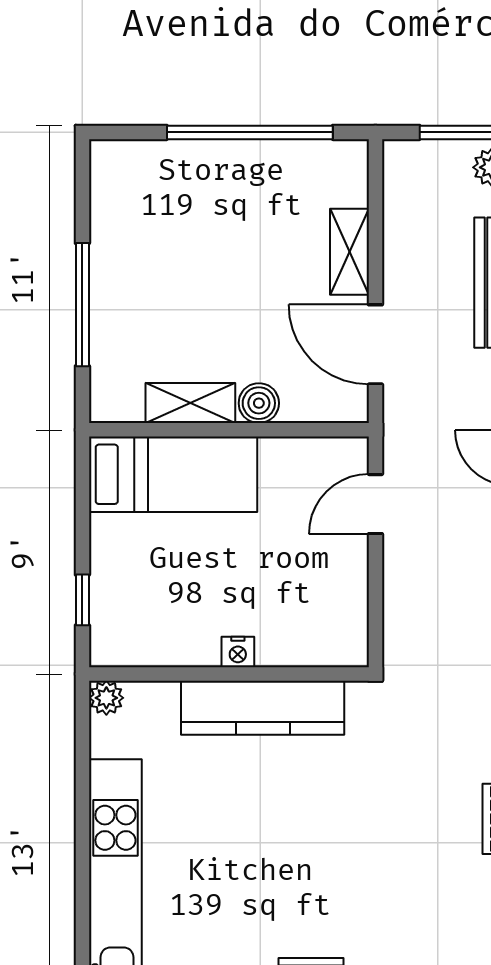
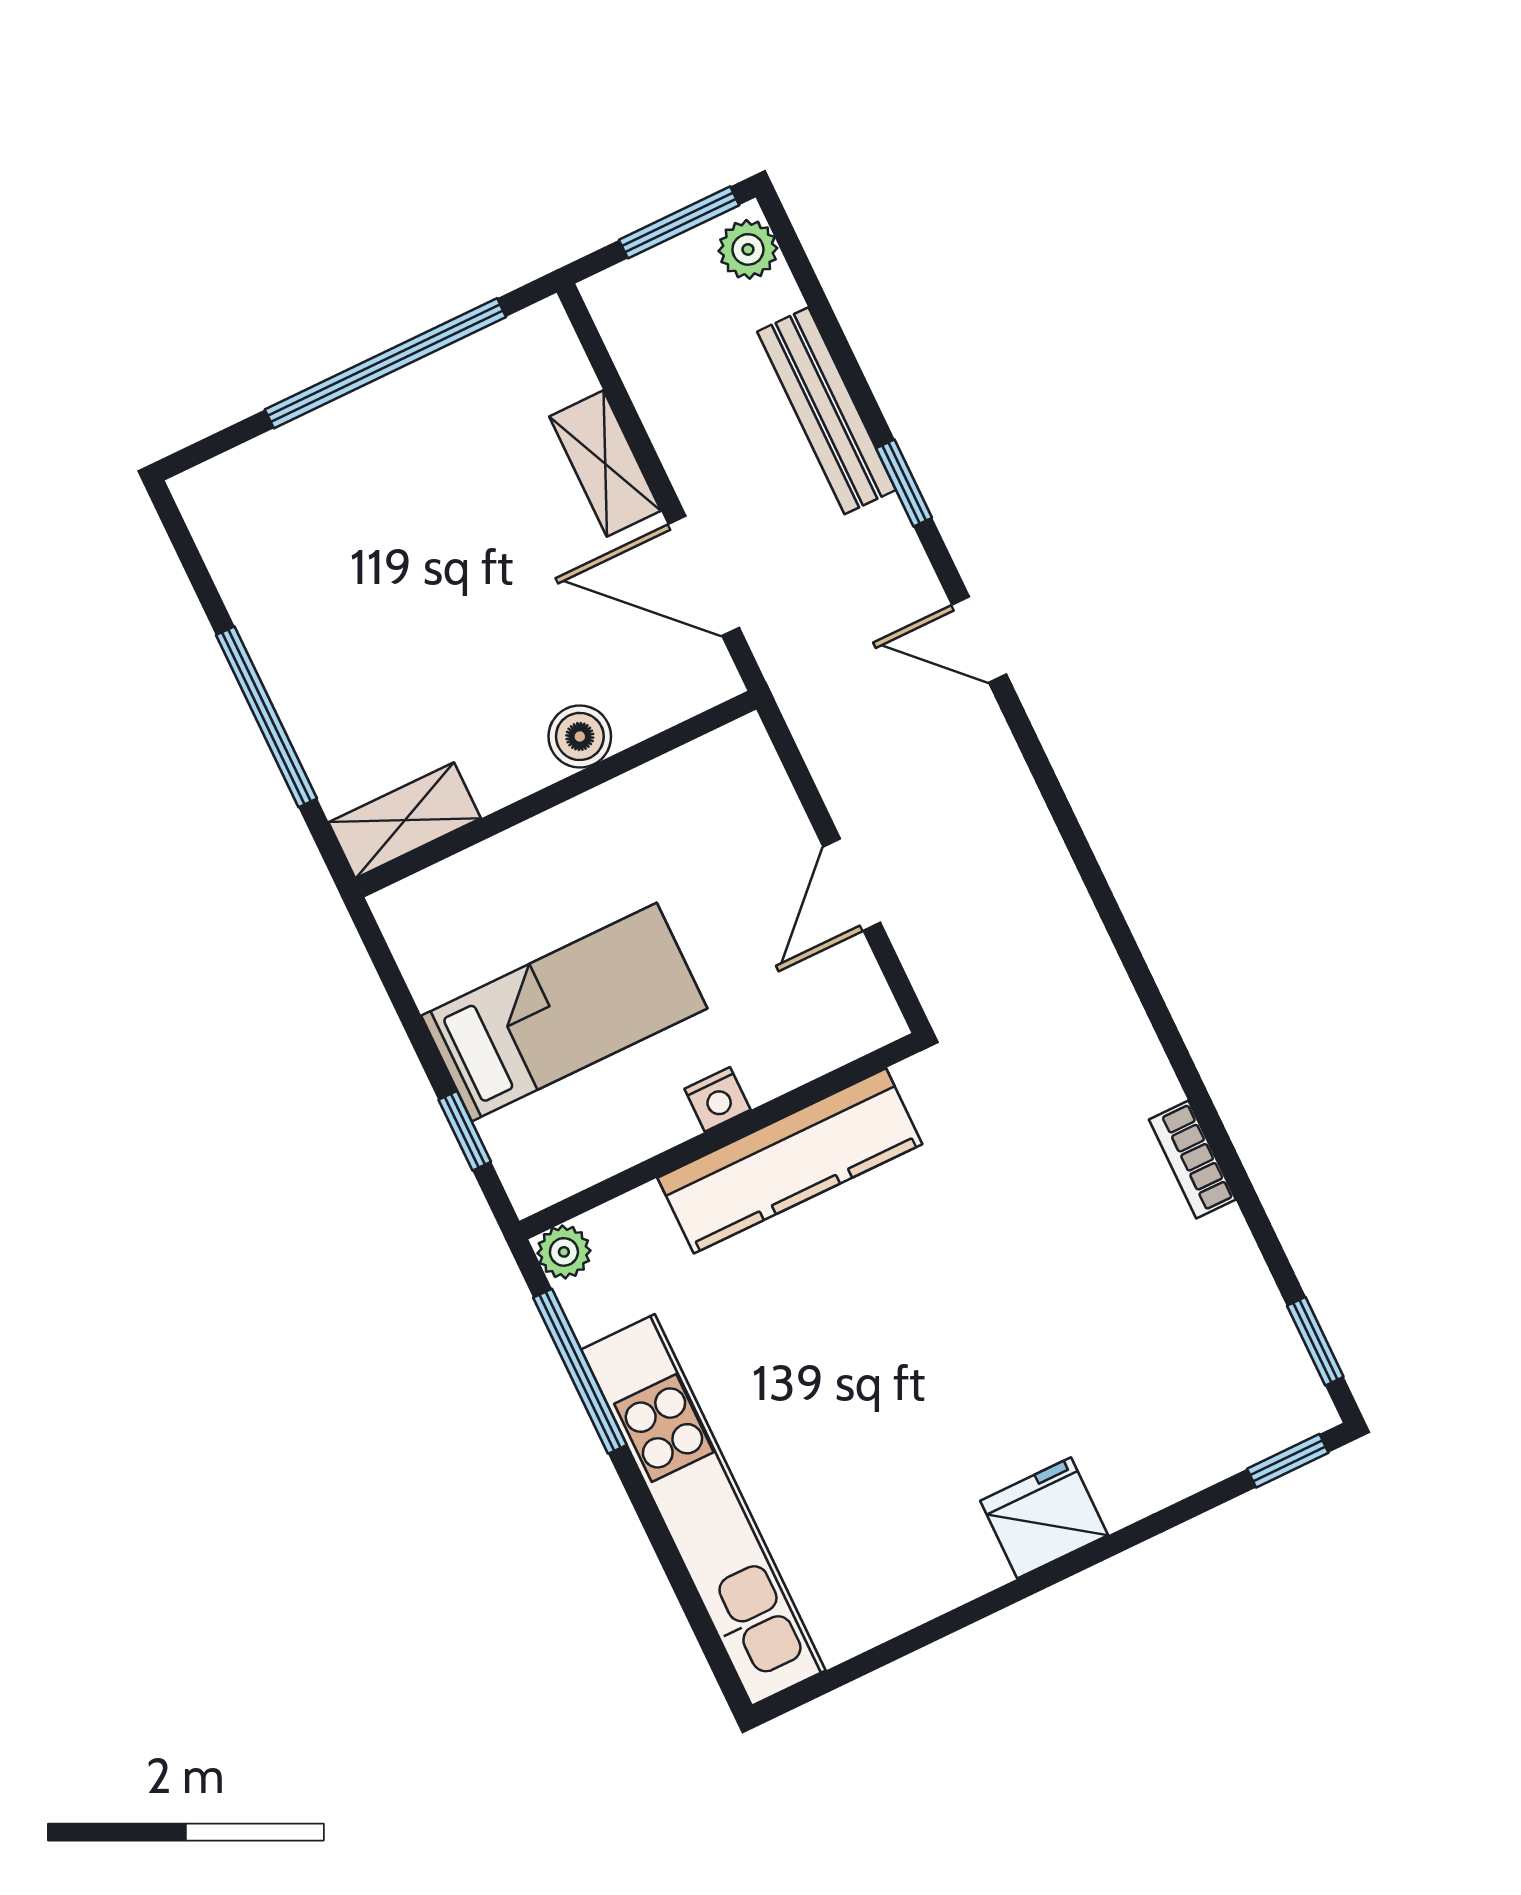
shelving: (190, 403) -> (405, 820), moved
bed: (173, 474) -> (564, 1012), moved
door: (375, 504) -> (852, 885), moved
window: (82, 771) -> (580, 1371), added

